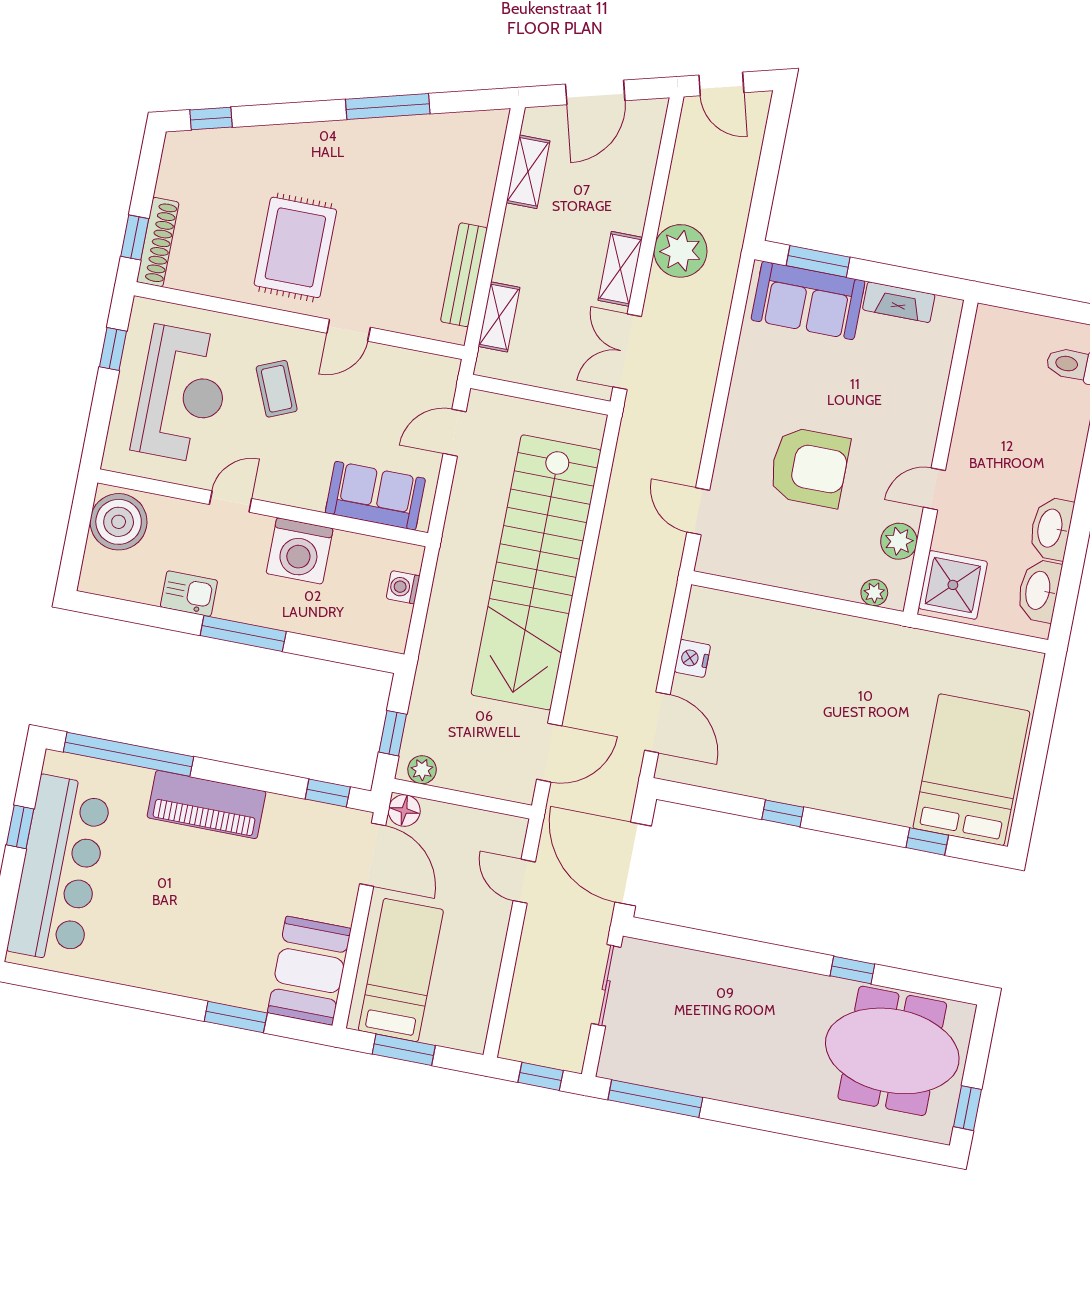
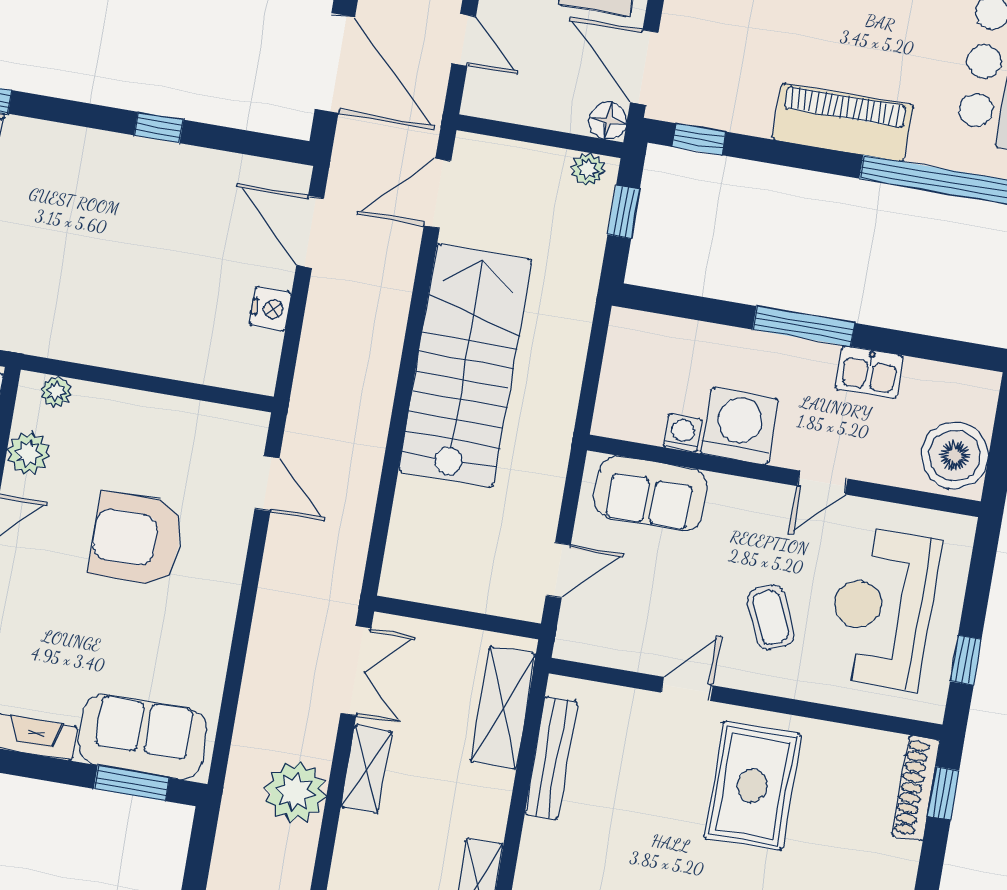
shelving: (499, 317) -> (503, 708), width x1.50, depth x1.33
stairs: (536, 572) -> (465, 365), width x0.73
washing machine: (403, 587) -> (683, 433), moved, turned -90

